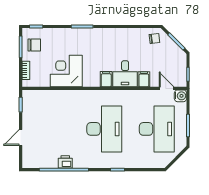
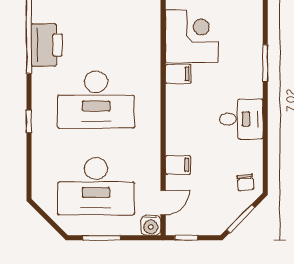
desk: (125, 74) -> (241, 119), moved, turned 180
filing cabinet: (106, 79) -> (178, 74), moved
printer: (65, 162) -> (47, 45), width x1.87, depth x1.48

